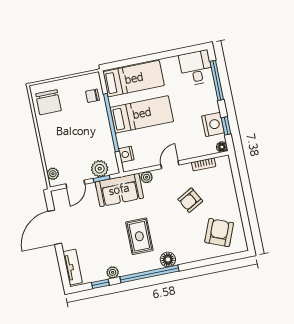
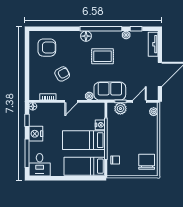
nightstand: (213, 124) -> (36, 134), moved
nightstand: (126, 154) -> (100, 125), moved
armchair: (219, 233) -> (47, 48), turned -112
rug: (139, 236) -> (102, 56), turned 90

